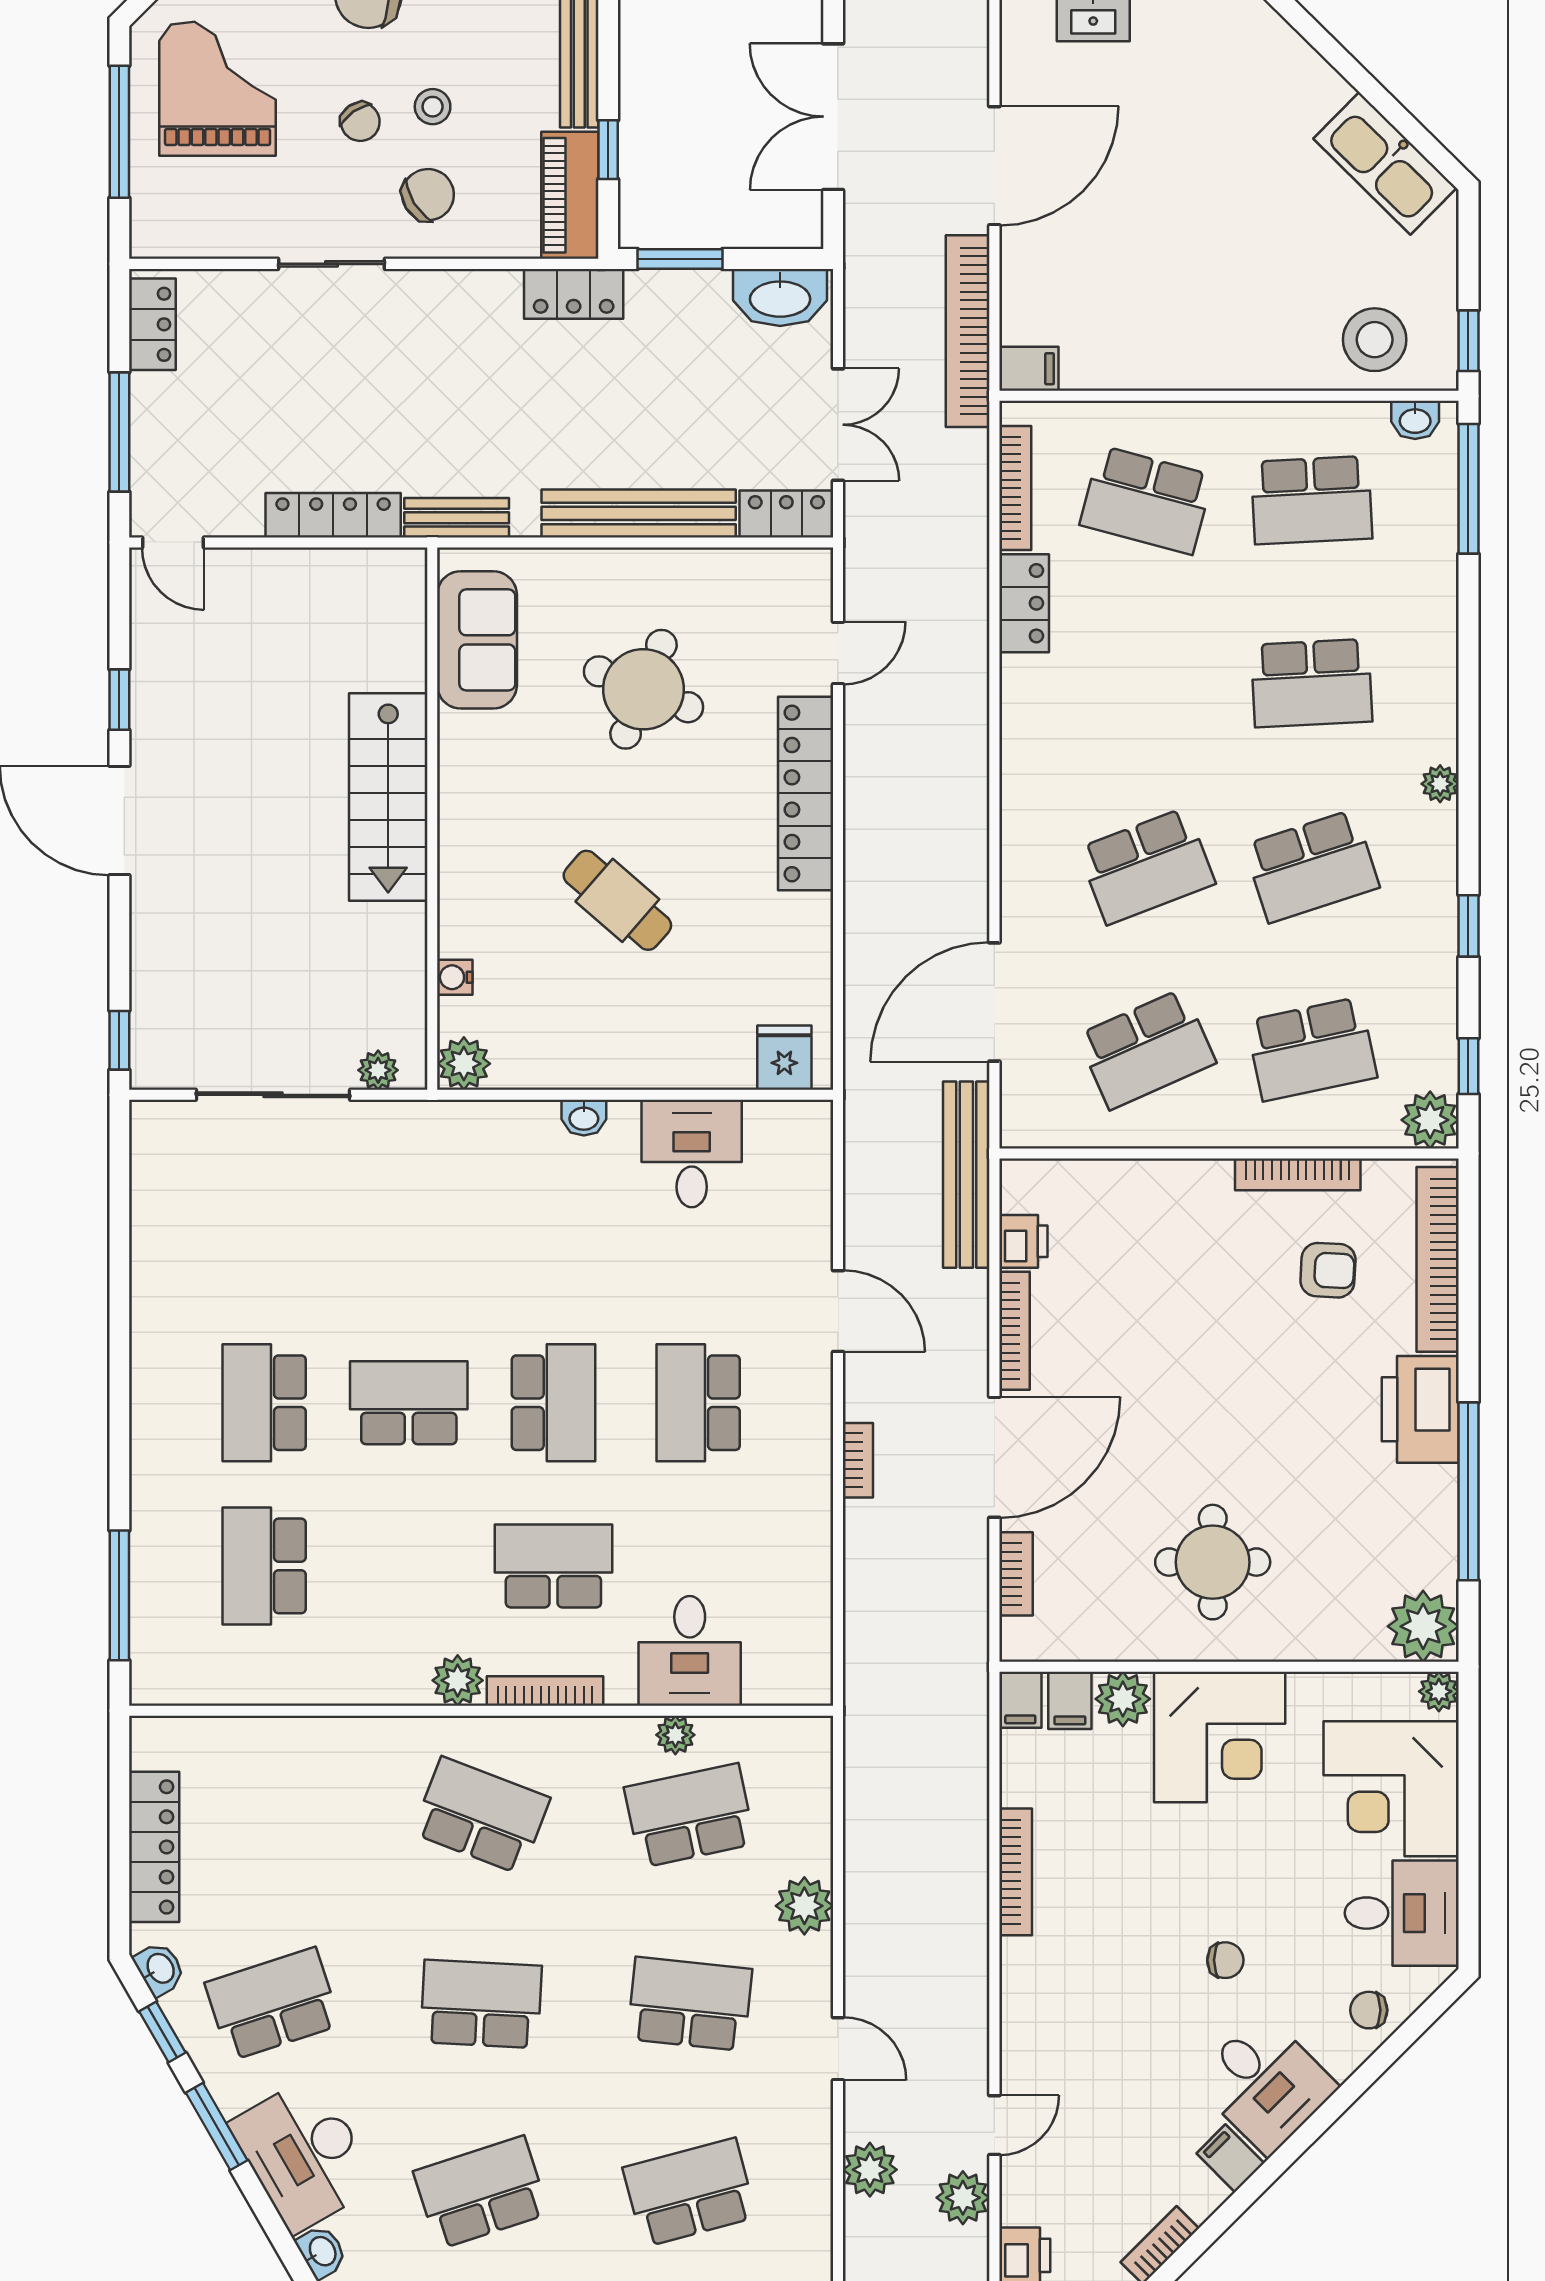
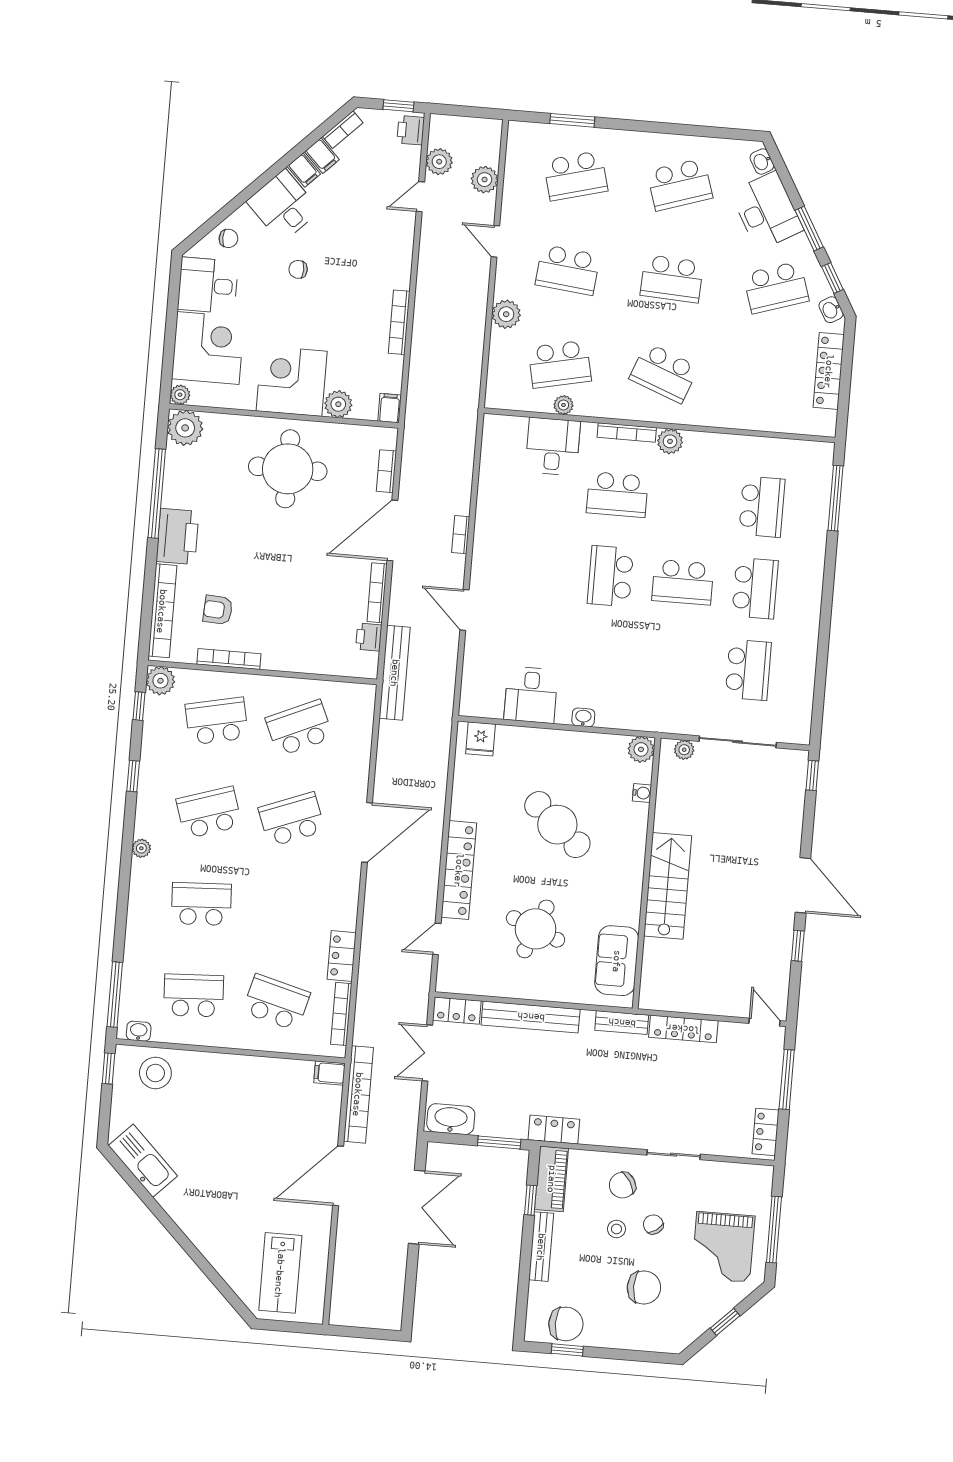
cafe table: (617, 900) -> (557, 825), width x1.37, depth x1.35
door: (994, 1002) -> (367, 832), moved
school desk: (698, 1403) -> (748, 670), moved
round table: (1213, 1562) -> (288, 469), width x1.36, depth x1.36
filing cabinet: (1070, 1700) -> (322, 156), moved, turned 135

